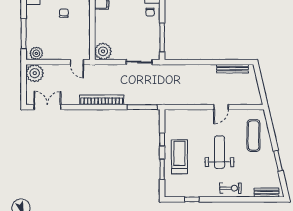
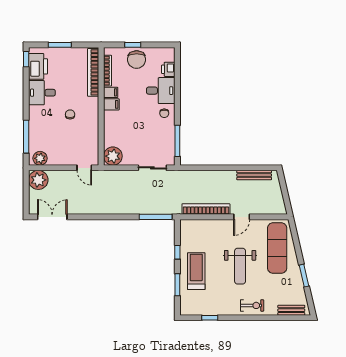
bookcase: (102, 100) -> (206, 209), moved
exercise mat: (254, 136) -> (277, 248), width x1.36, depth x1.45
weight bench: (220, 152) -> (240, 266), turned 180

